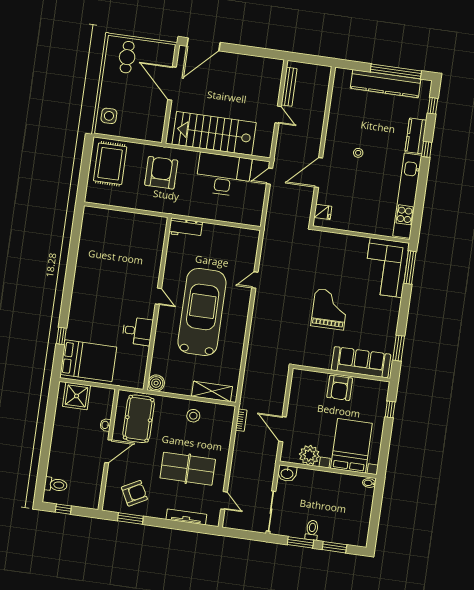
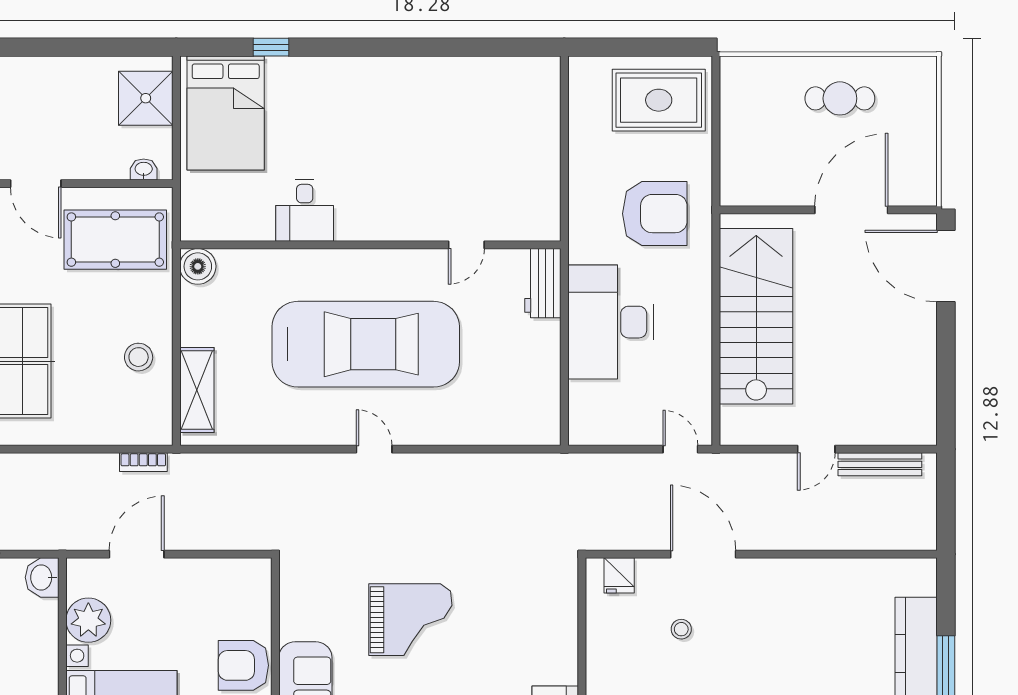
cafe table: (127, 57) -> (840, 98), moved
side table: (109, 116) -> (762, 83), removed
stool: (358, 153) -> (681, 629), moved
desk: (224, 175) -> (611, 322), moved, turned 180
door: (255, 280) -> (374, 449), moved
door: (158, 296) -> (466, 245), moved
washbasin: (105, 425) -> (144, 169), moved

